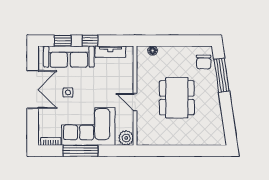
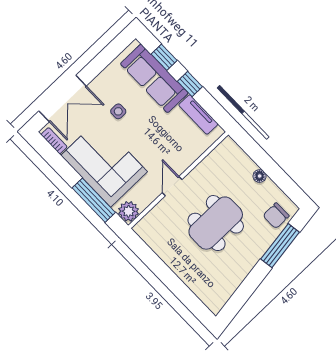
floor lamp: (153, 51) -> (260, 176), moved
double door: (33, 89) -> (63, 98), moved
window: (80, 151) -> (94, 200), moved

